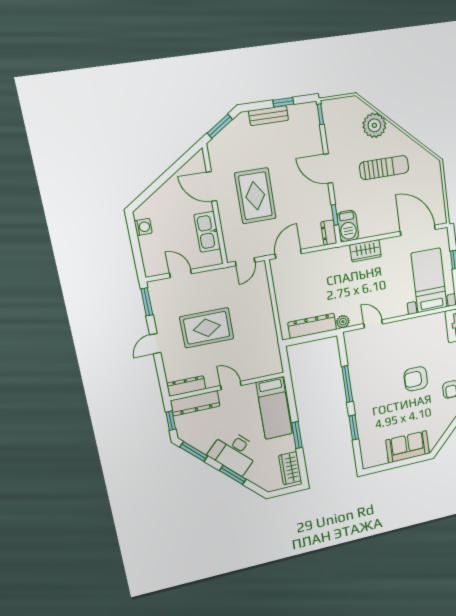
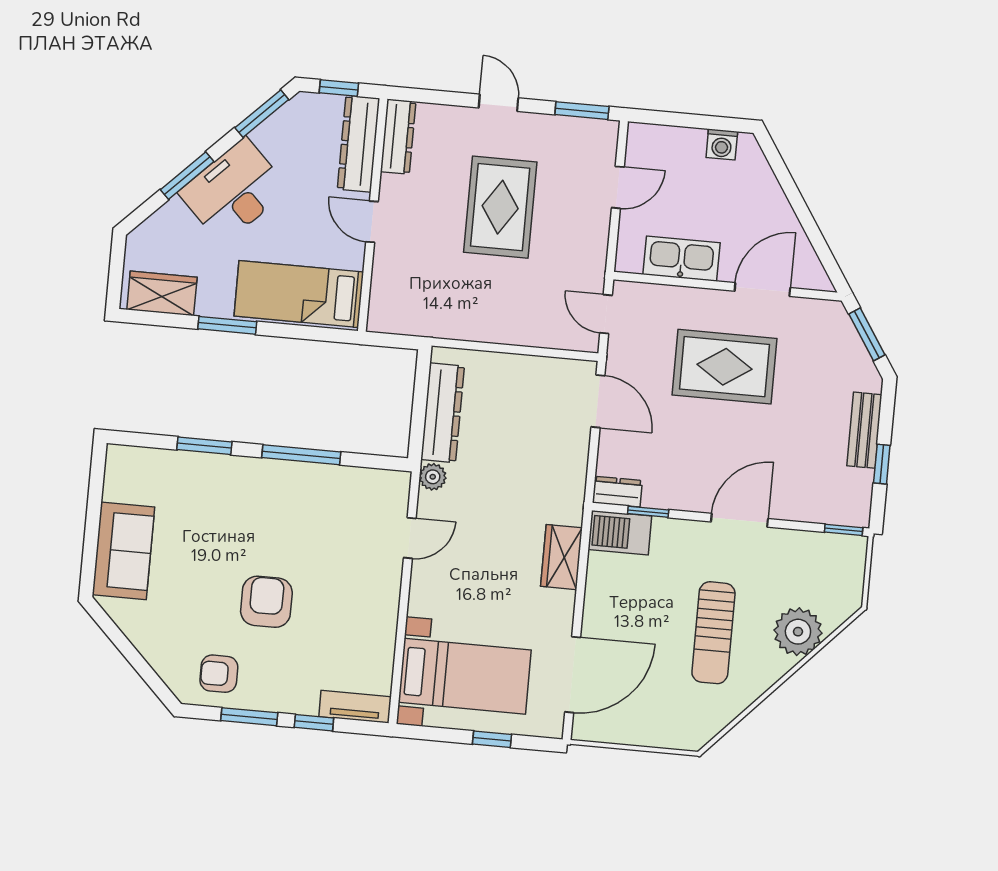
door: (231, 386) -> (372, 222), swing flipped

